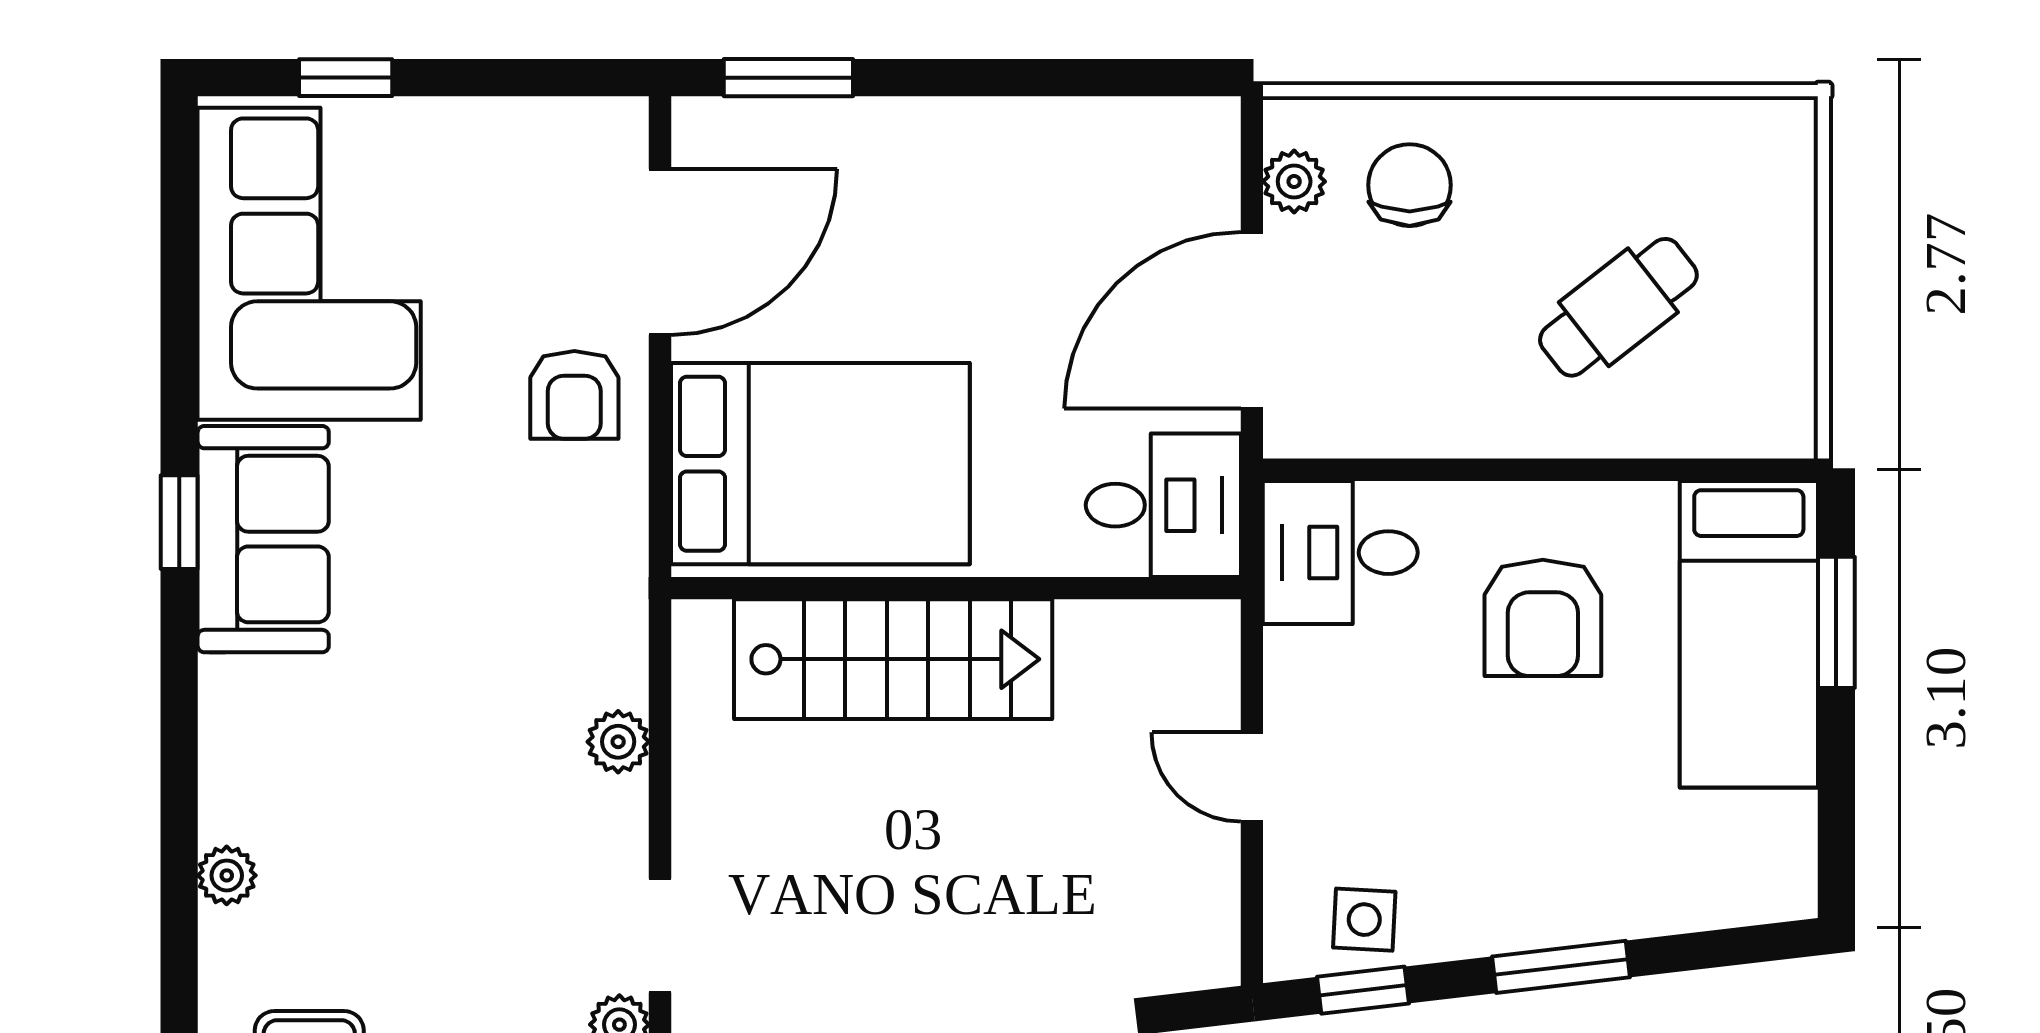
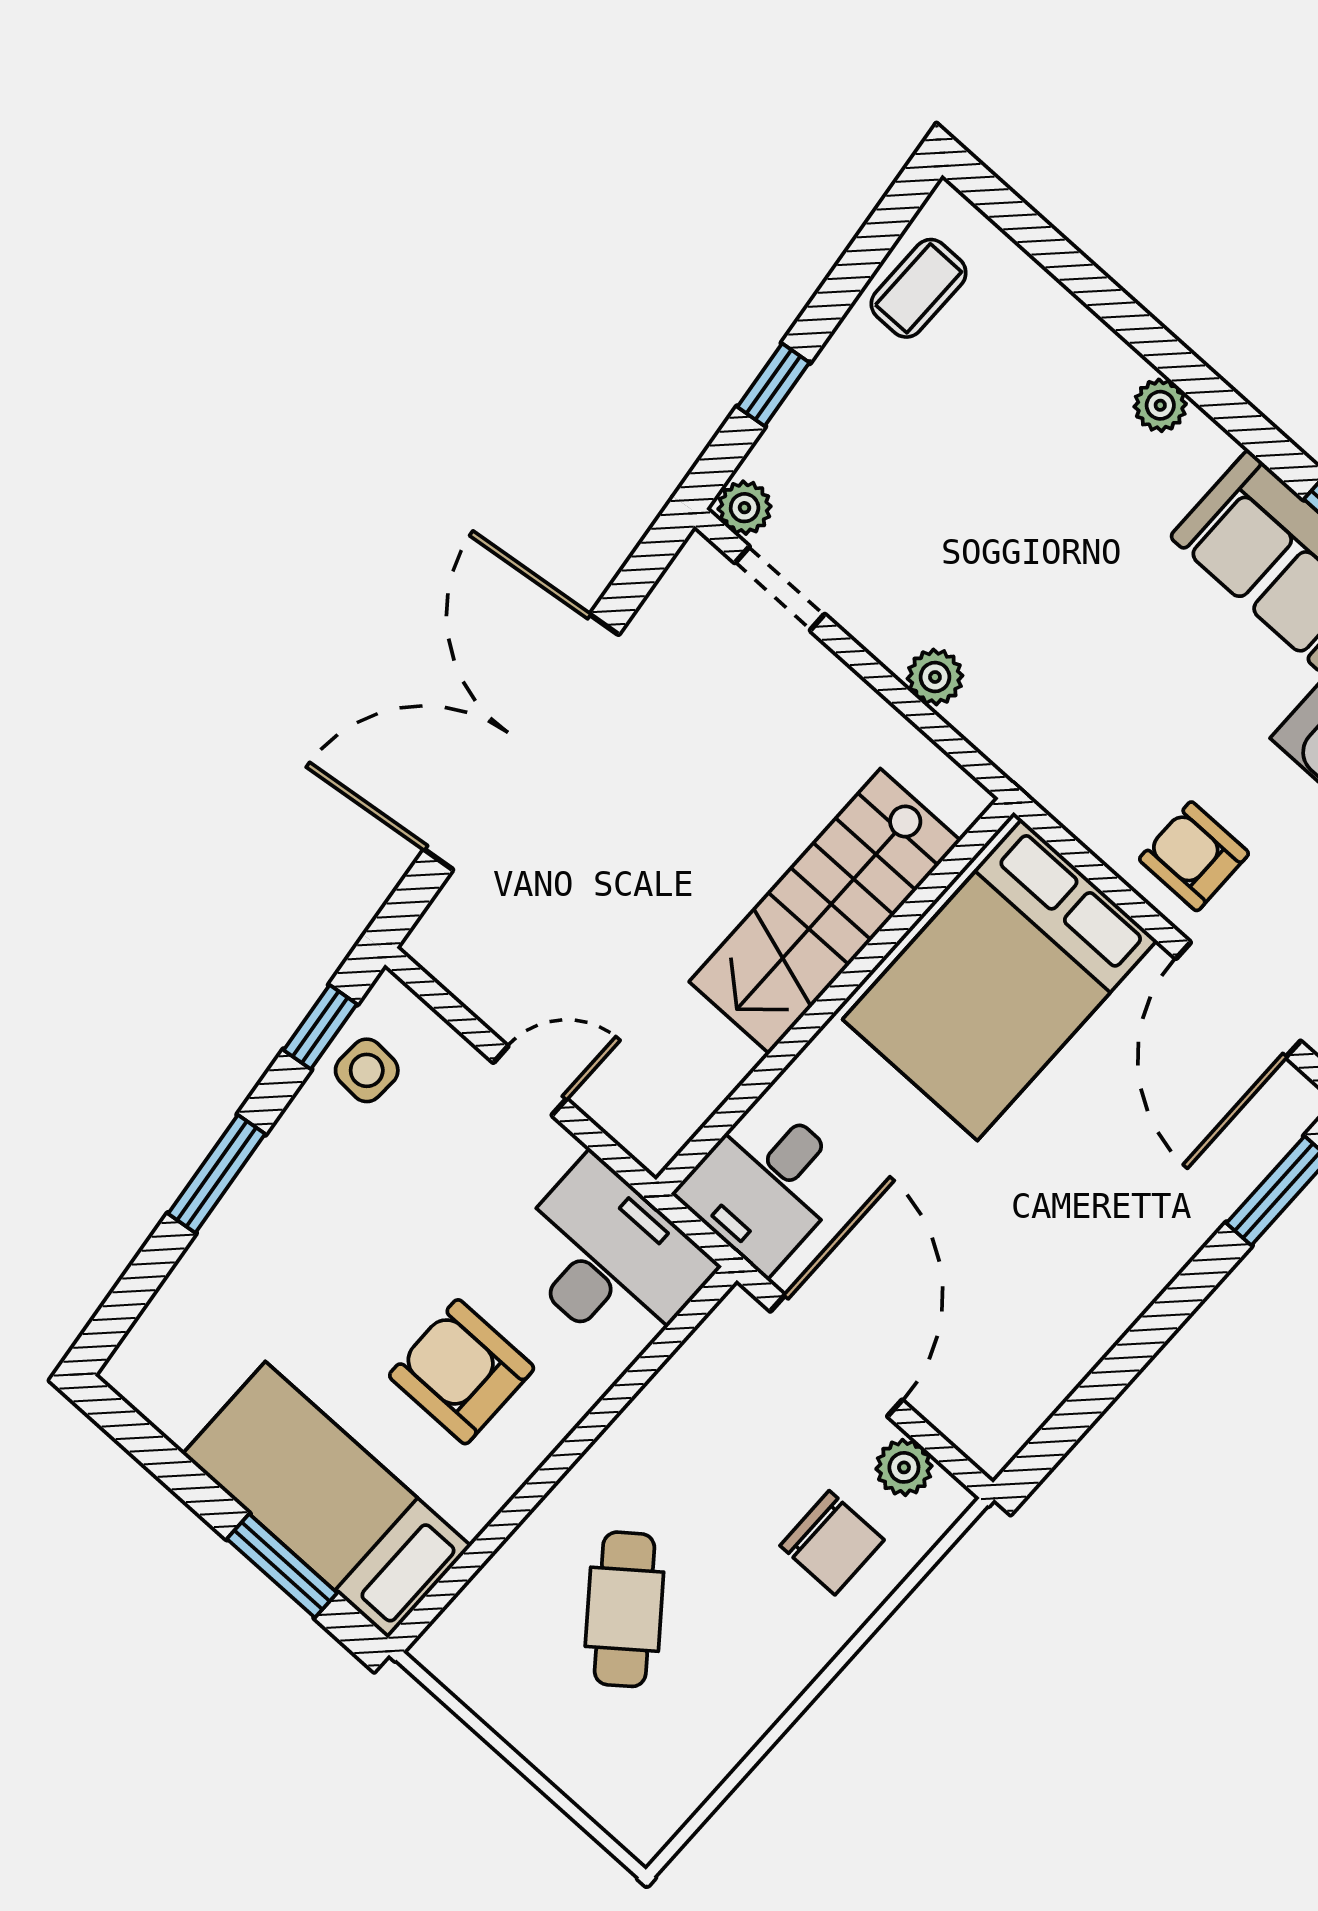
desk: (1340, 553) -> (609, 1259), width x1.37
plant: (227, 875) -> (1160, 405), moved

